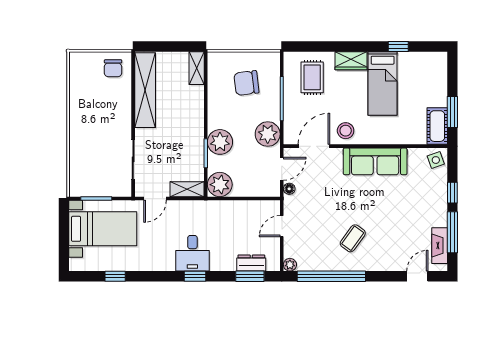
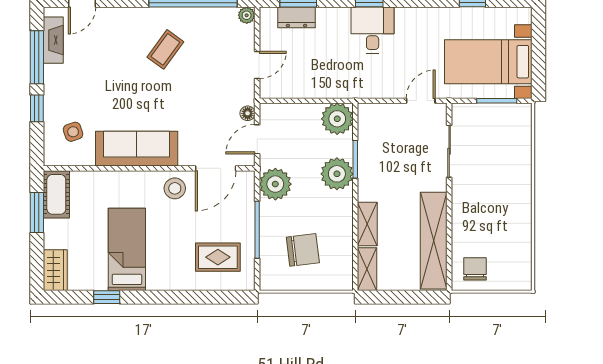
wardrobe: (351, 61) -> (55, 270), moved, turned 90
rug: (312, 77) -> (218, 257), turned 90
side table: (436, 160) -> (73, 132), moved
shelving: (187, 189) -> (367, 224), moved, turned 90

